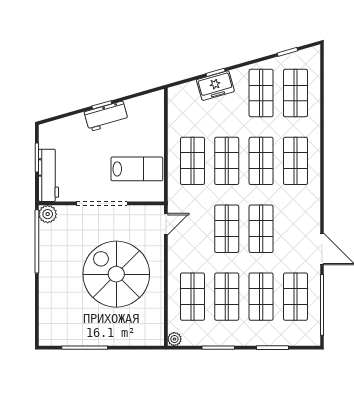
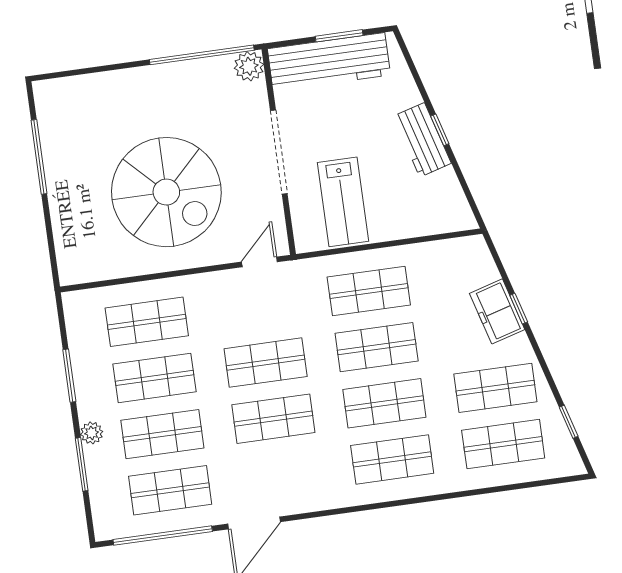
workbench: (48, 175) -> (329, 62), width x1.36, depth x1.32
door: (166, 224) -> (259, 262), swing flipped
spiral stairs: (116, 274) -> (166, 192), turned 90
plant: (174, 339) -> (92, 433), moved

